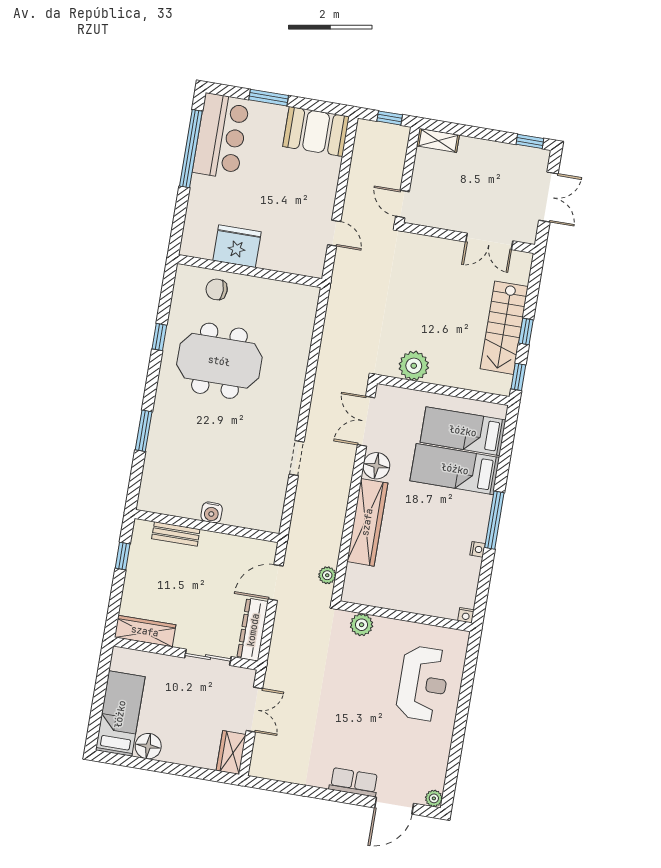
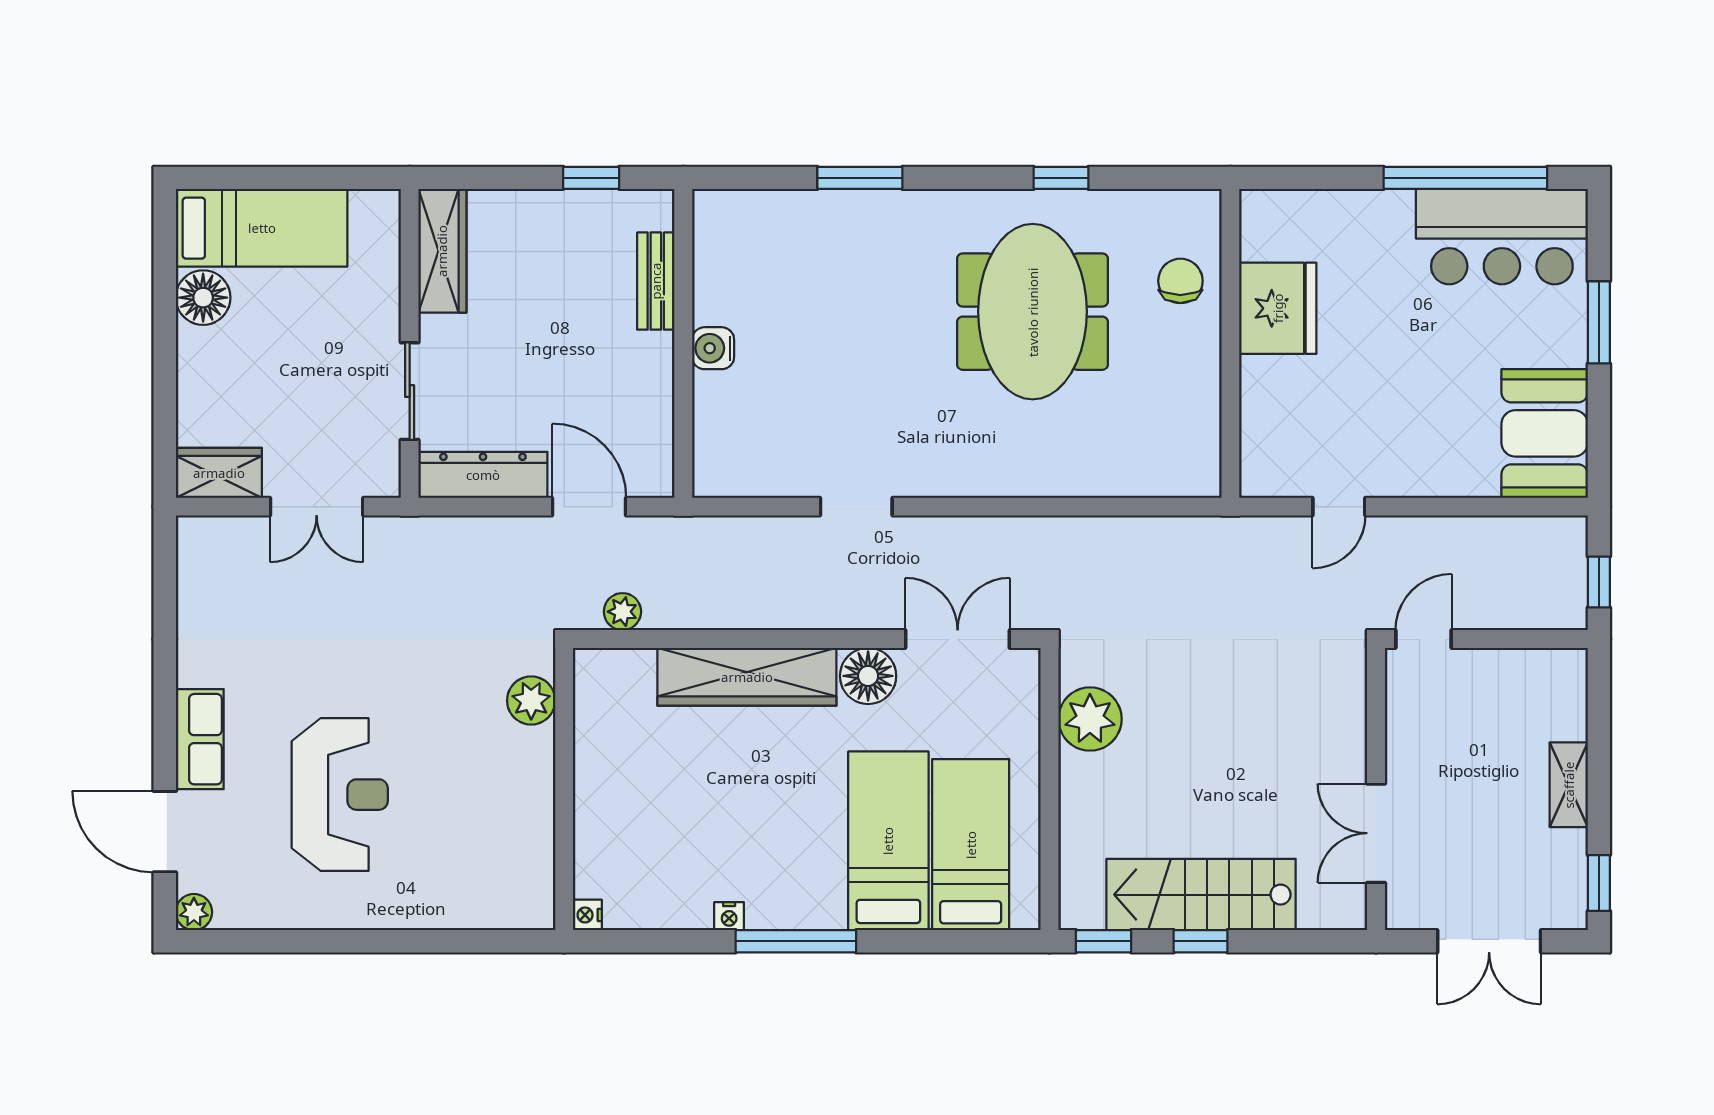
shelving: (438, 140) -> (1569, 785), moved
reception desk: (423, 684) -> (340, 795), moved, turned -90

